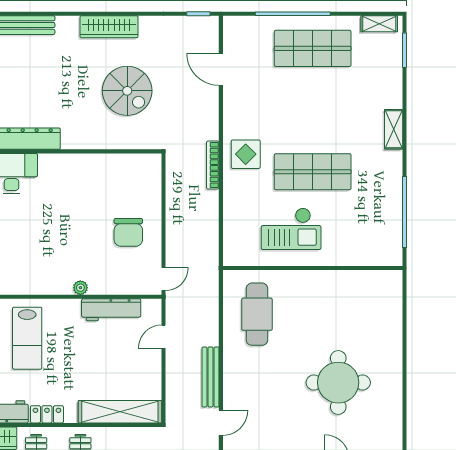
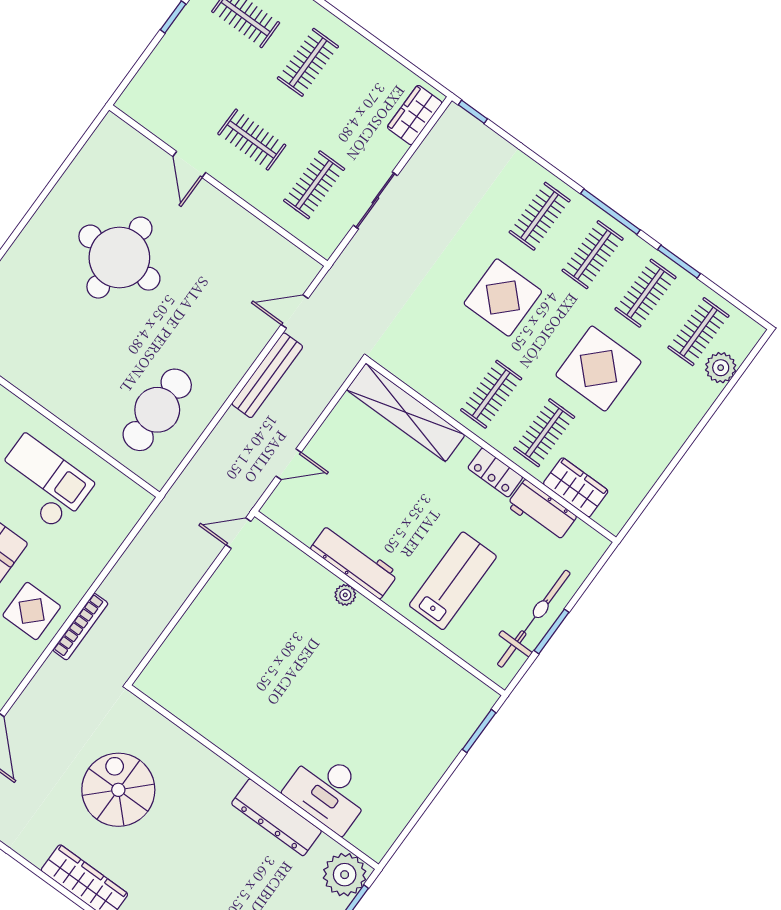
chair: (128, 232) -> (240, 620), removed
workbench: (111, 310) -> (354, 561), moved

